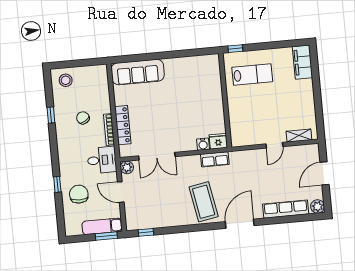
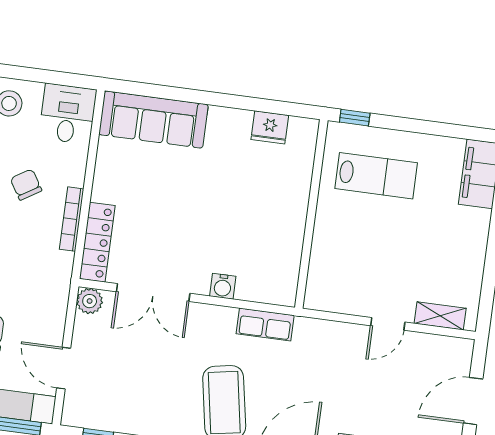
locker: (123, 125) -> (97, 242), moved
fridge: (218, 141) -> (270, 127), moved, turned 180
water cooler: (203, 144) -> (223, 286), moved
desk: (102, 160) -> (68, 114), moved, turned -90
door: (121, 192) -> (64, 368), moved

